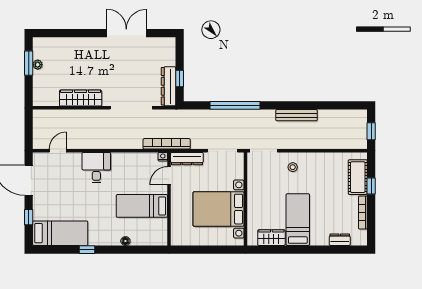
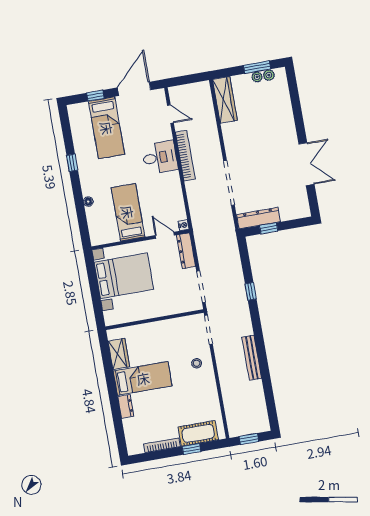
plant: (38, 53) -> (269, 75), added
wardrobe: (81, 98) -> (225, 100), moved
window: (235, 105) -> (251, 291), width x0.32
bookcase: (167, 144) -> (185, 156), moved
bed with nightstands: (219, 209) -> (124, 276), moved, turned 90
bed: (60, 233) -> (107, 128), moved
dresser: (340, 240) -> (126, 406), moved

